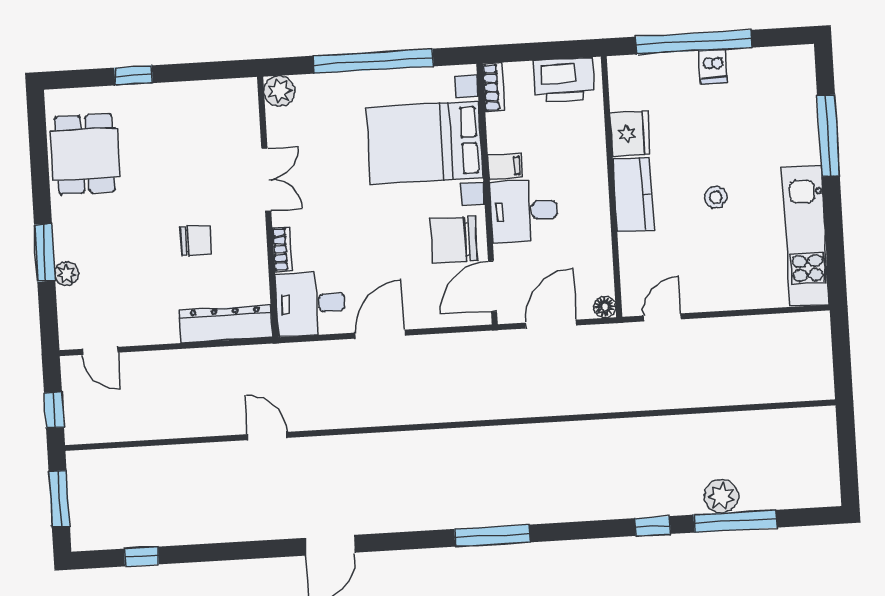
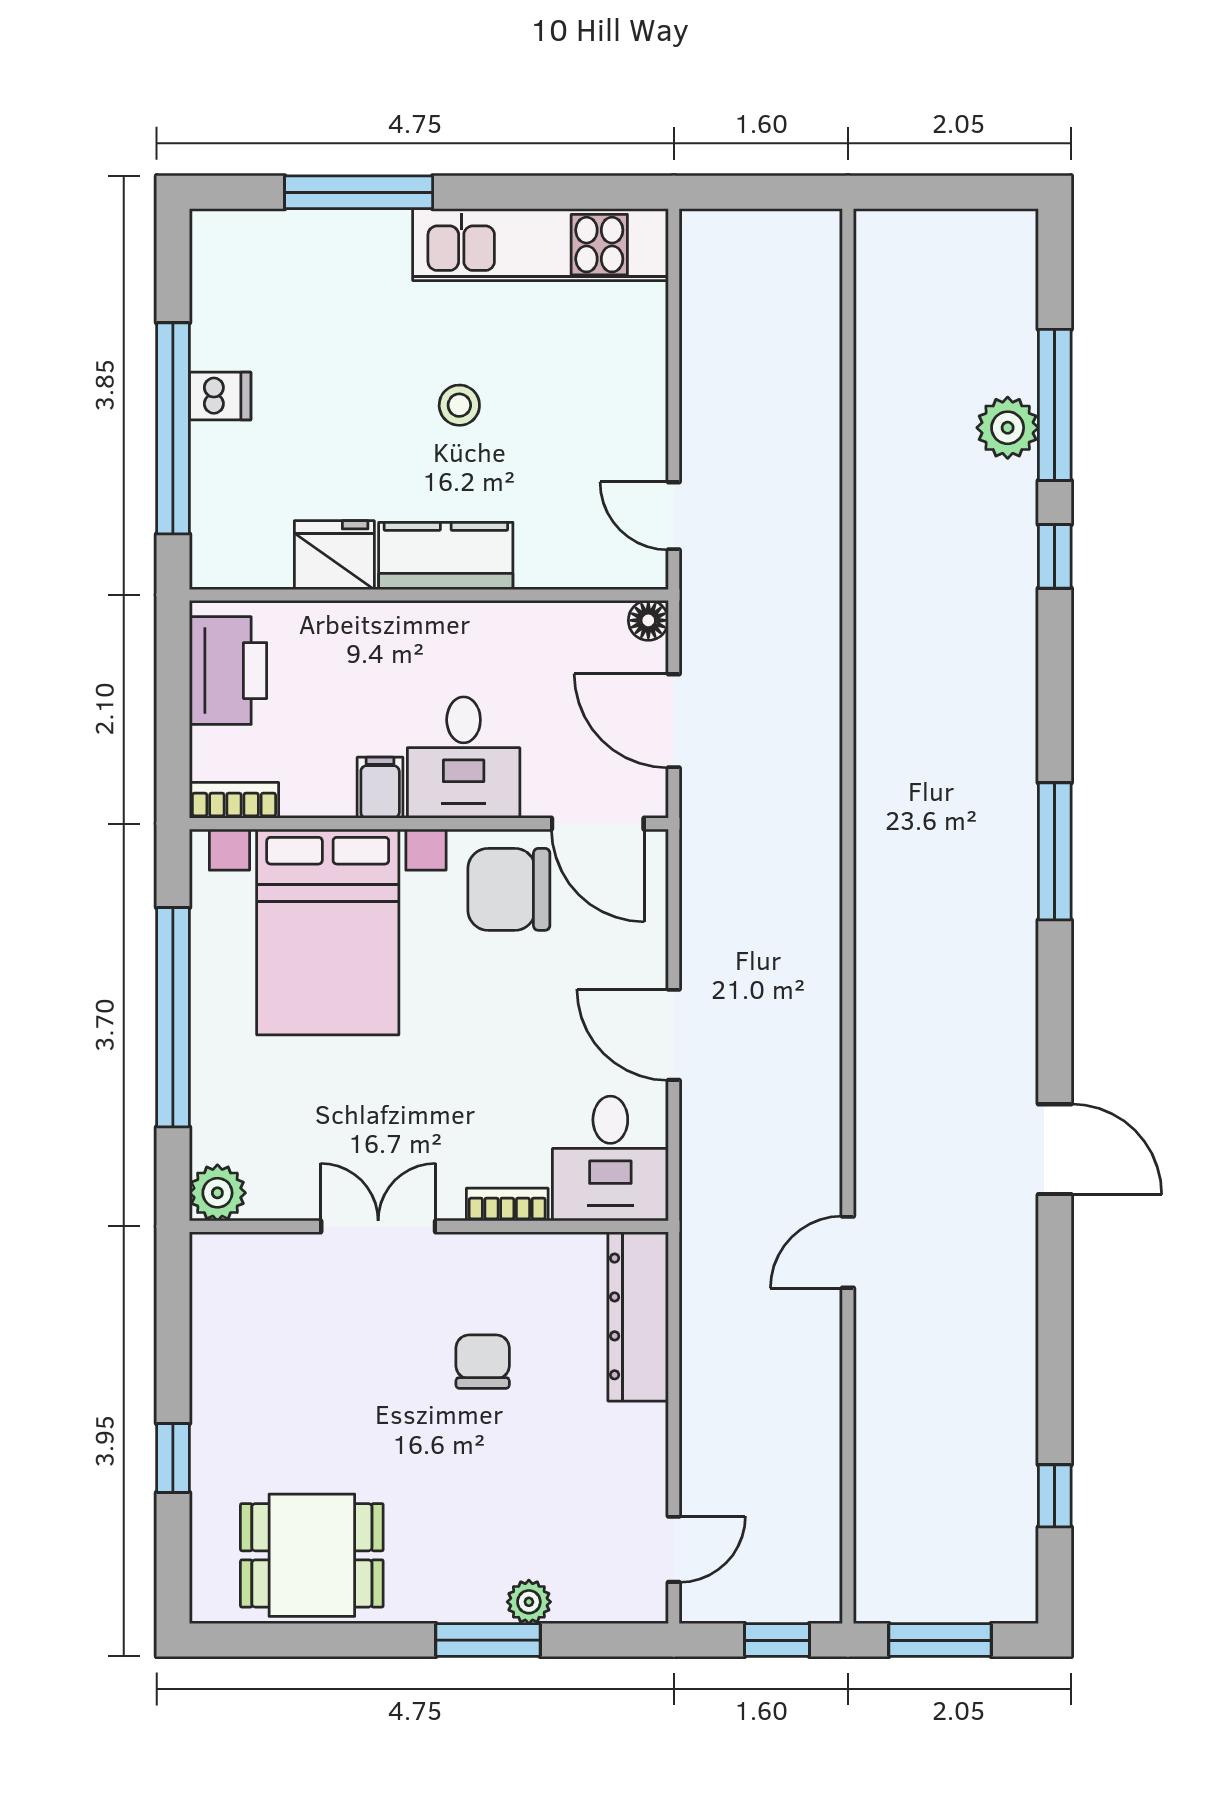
chair: (454, 240) -> (509, 889), turned 90

